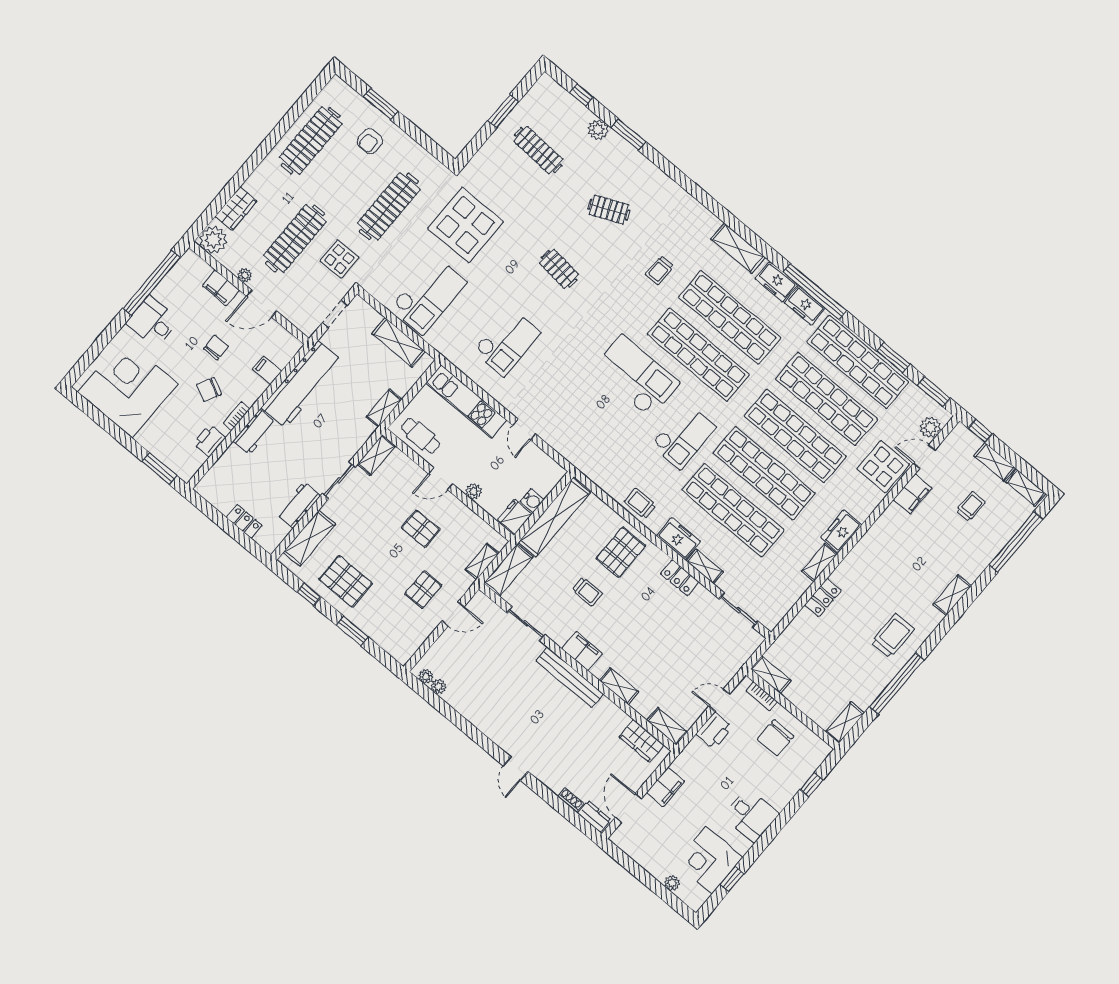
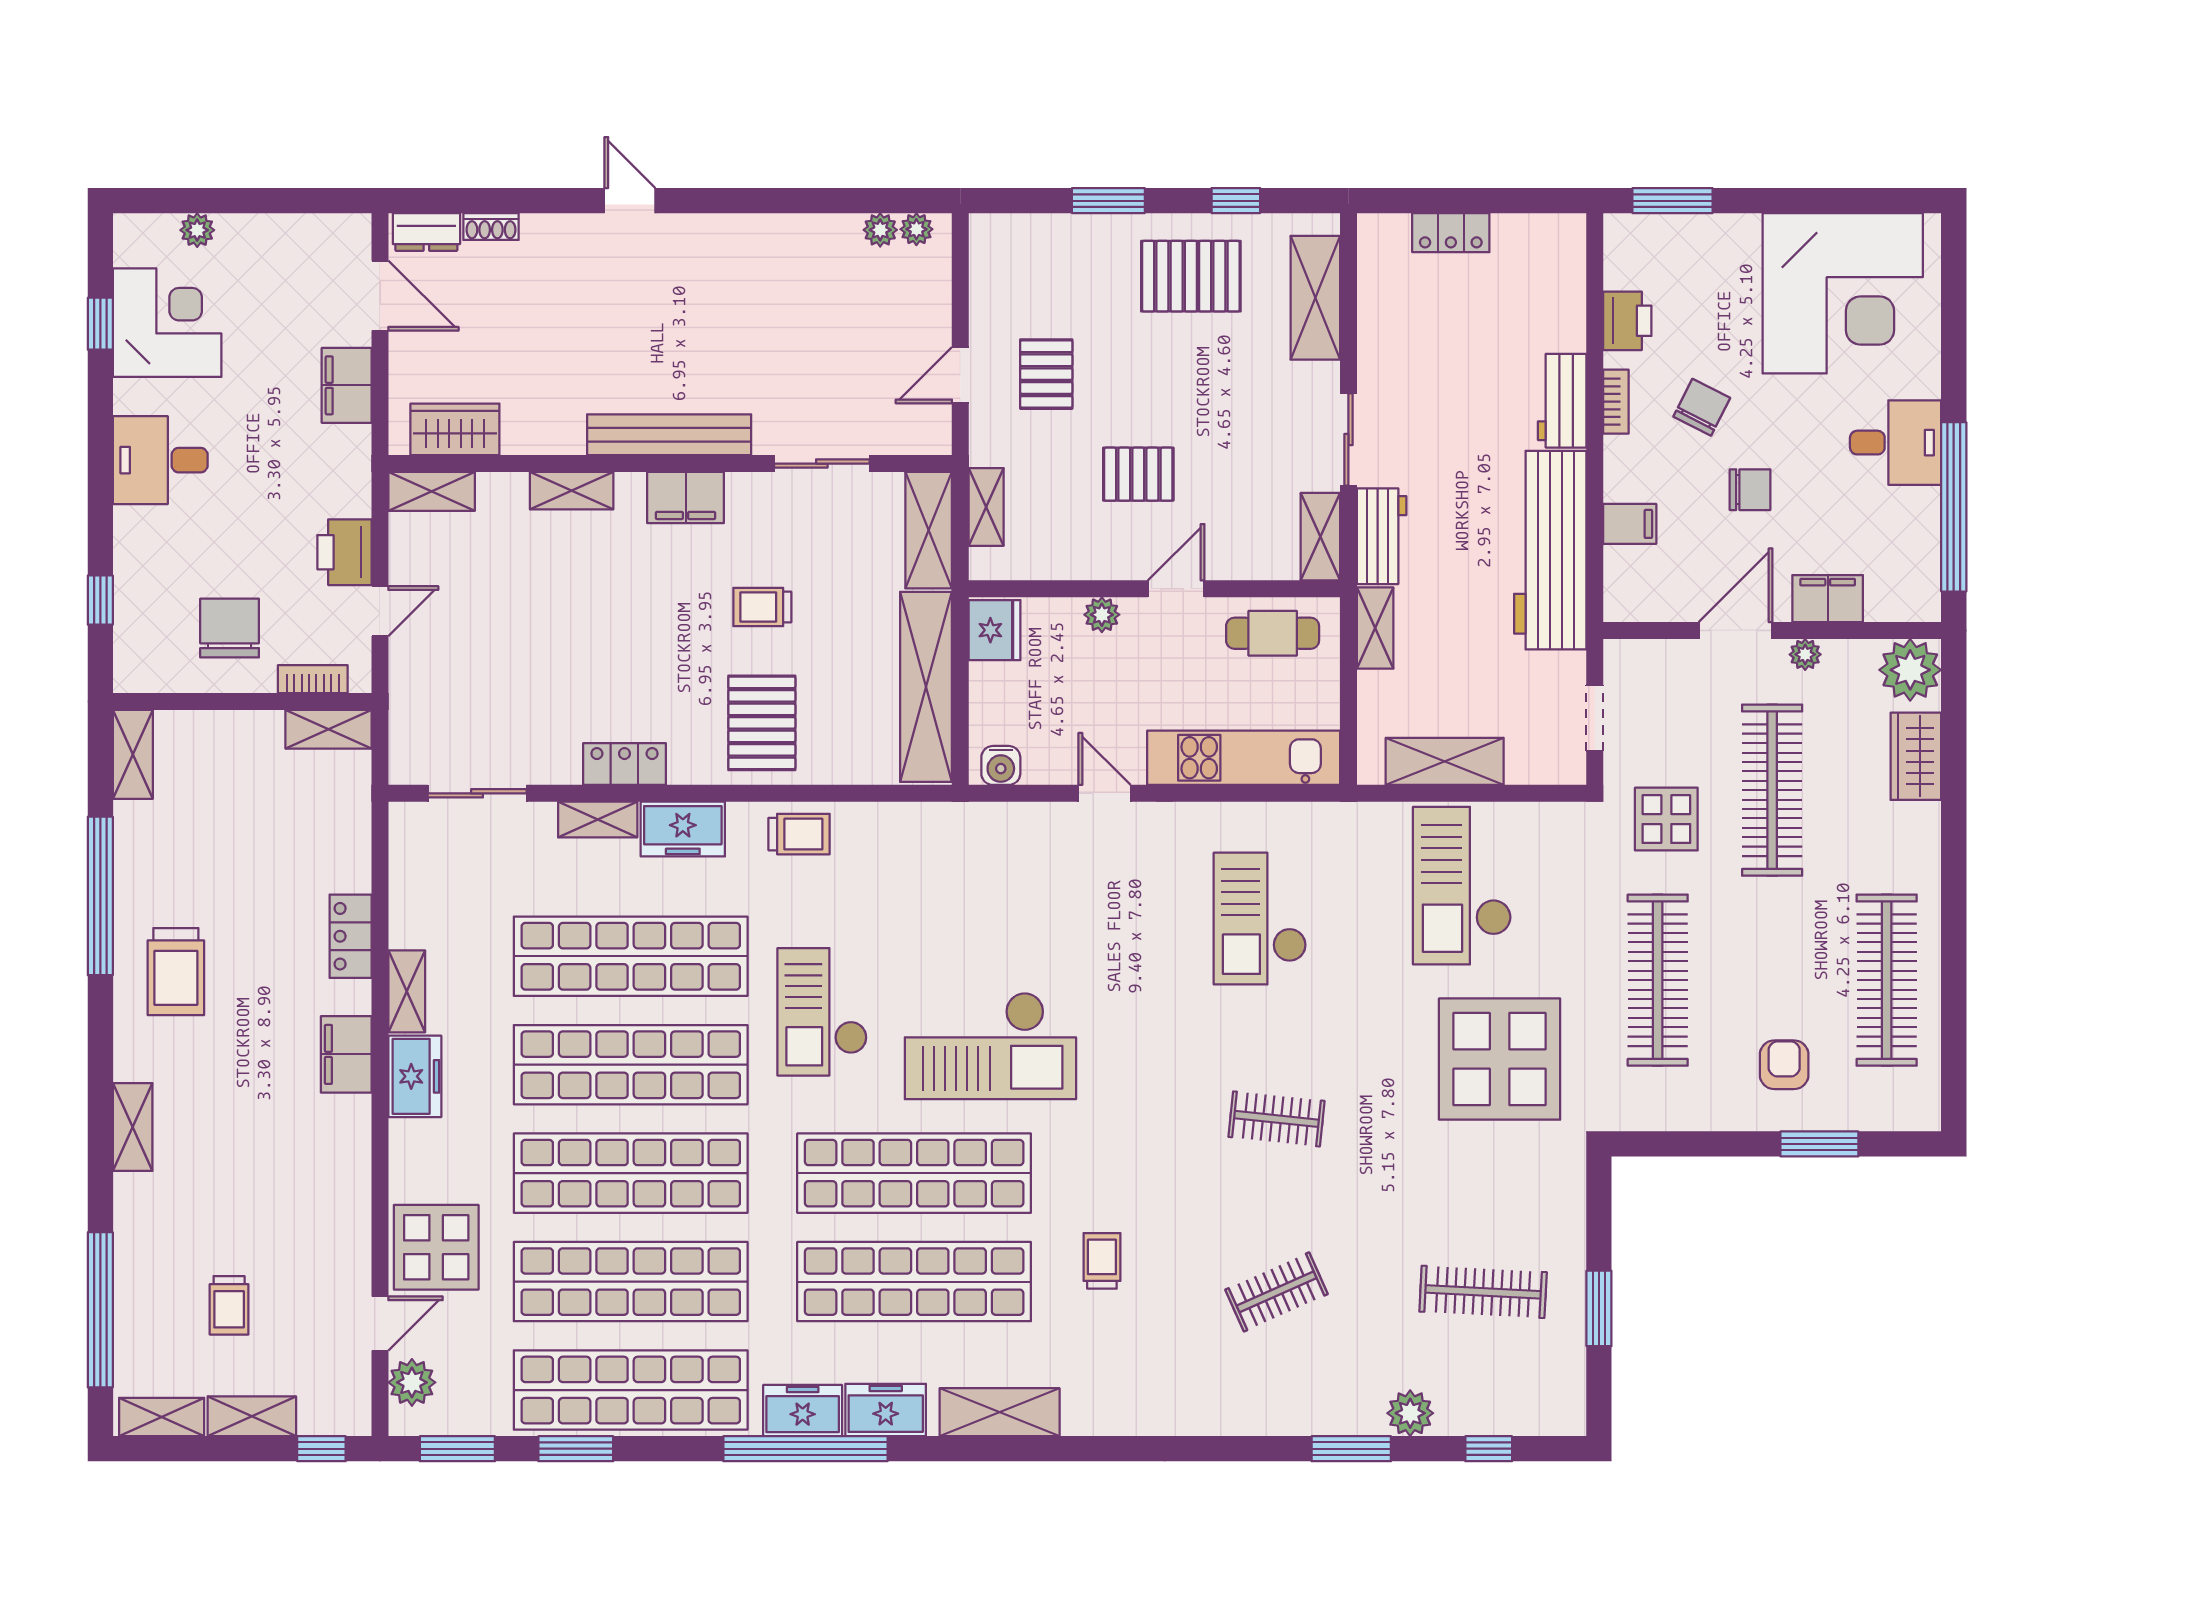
chair: (216, 348) -> (1750, 490), turned -90
filing cabinet: (913, 494) -> (346, 1054), moved
water cooler: (532, 501) -> (1001, 765), moved, turned -90
workbench: (299, 505) -> (1382, 536), moved

